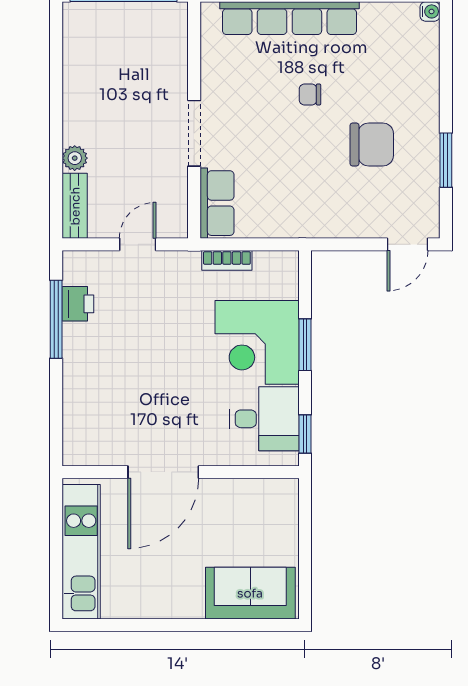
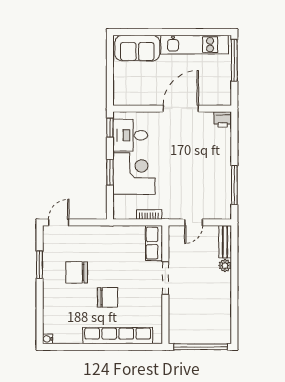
chair: (310, 95) -> (107, 297), width x1.87, depth x1.87
printer: (78, 304) -> (223, 119), moved, turned -90
kitchen unit: (81, 552) -> (195, 45), moved, turned -90
window: (56, 569) -> (234, 60), added

